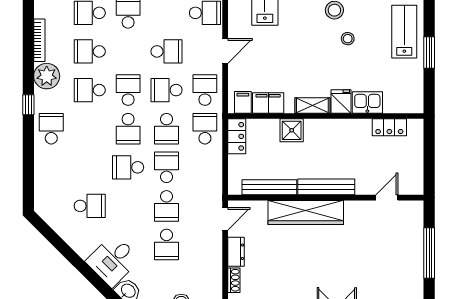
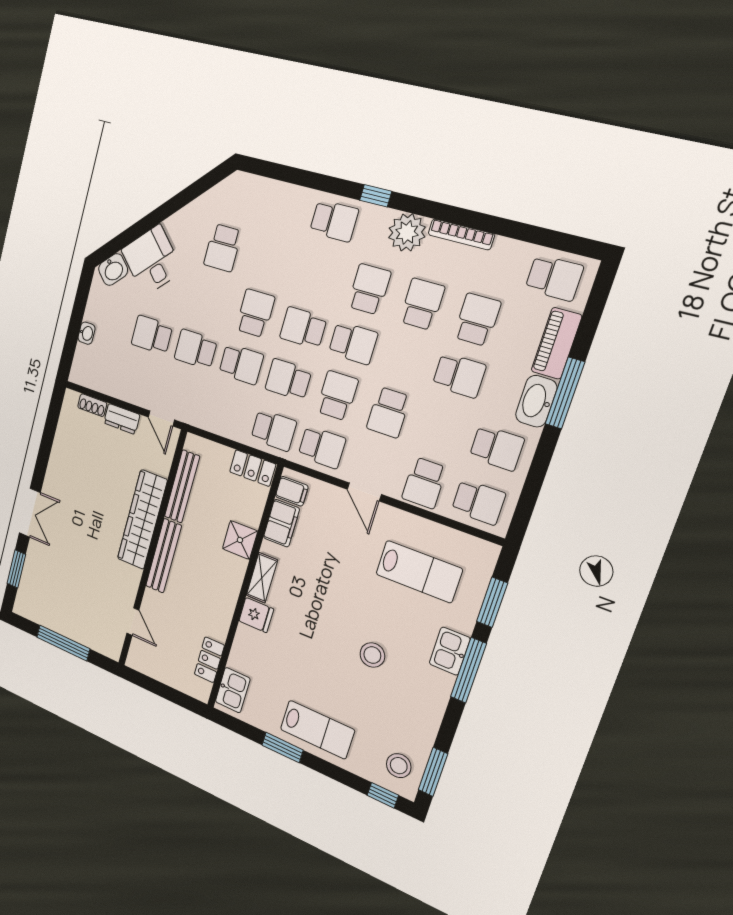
stool: (348, 39) -> (331, 656), removed
kitchen sink: (367, 102) -> (233, 690), moved

